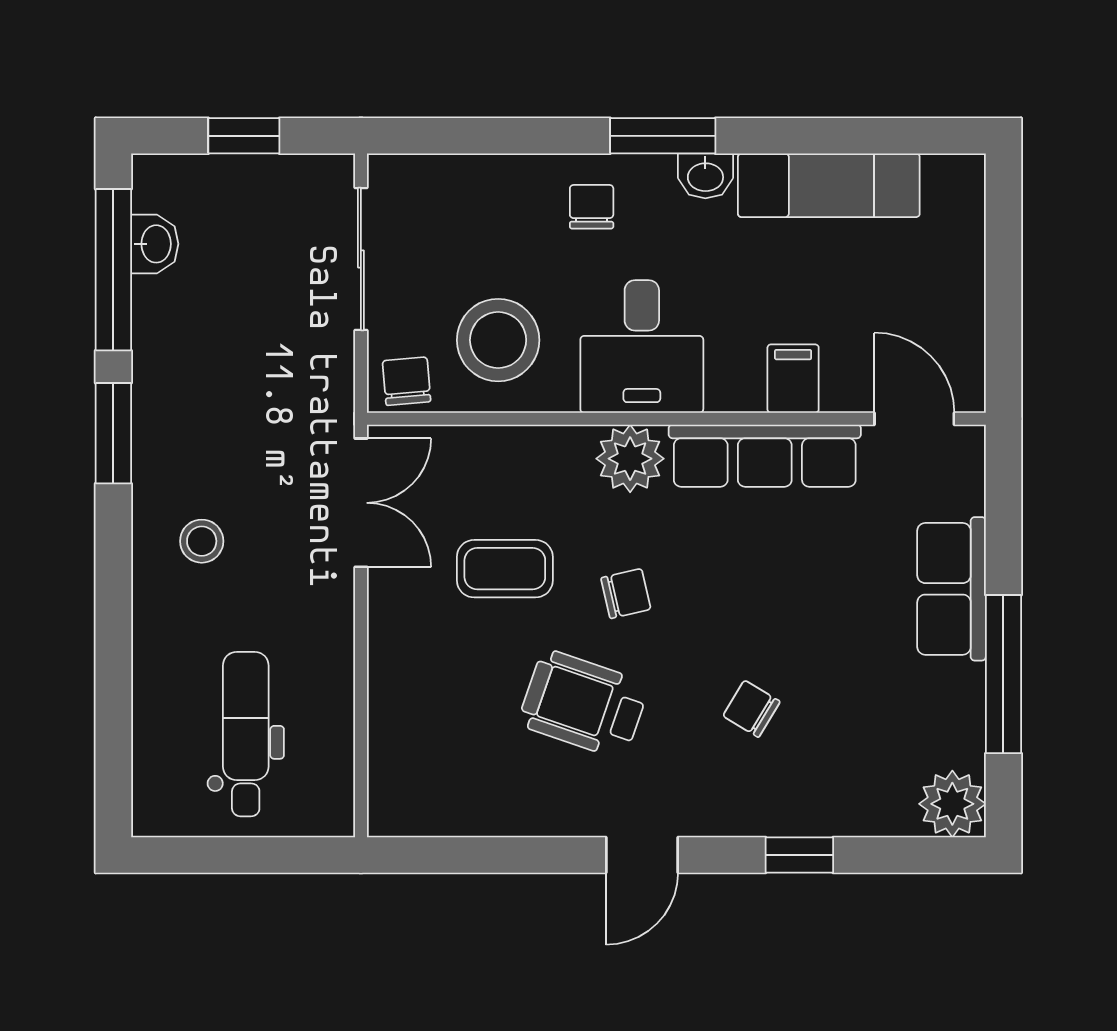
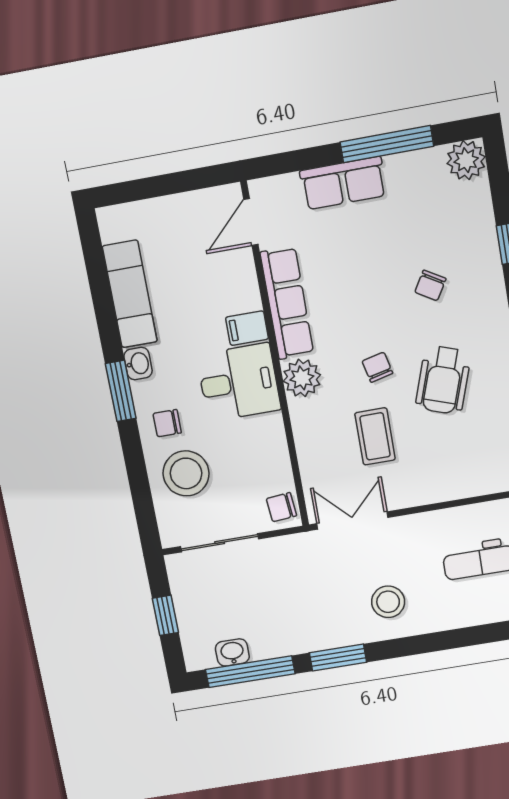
stool: (498, 340) -> (186, 473), moved
filing cabinet: (793, 379) -> (247, 328), moved
stool: (202, 541) -> (388, 602), width x1.37, depth x1.37

